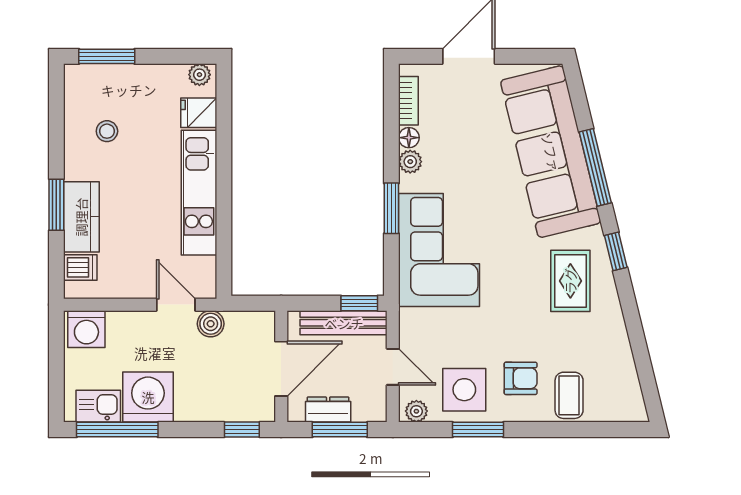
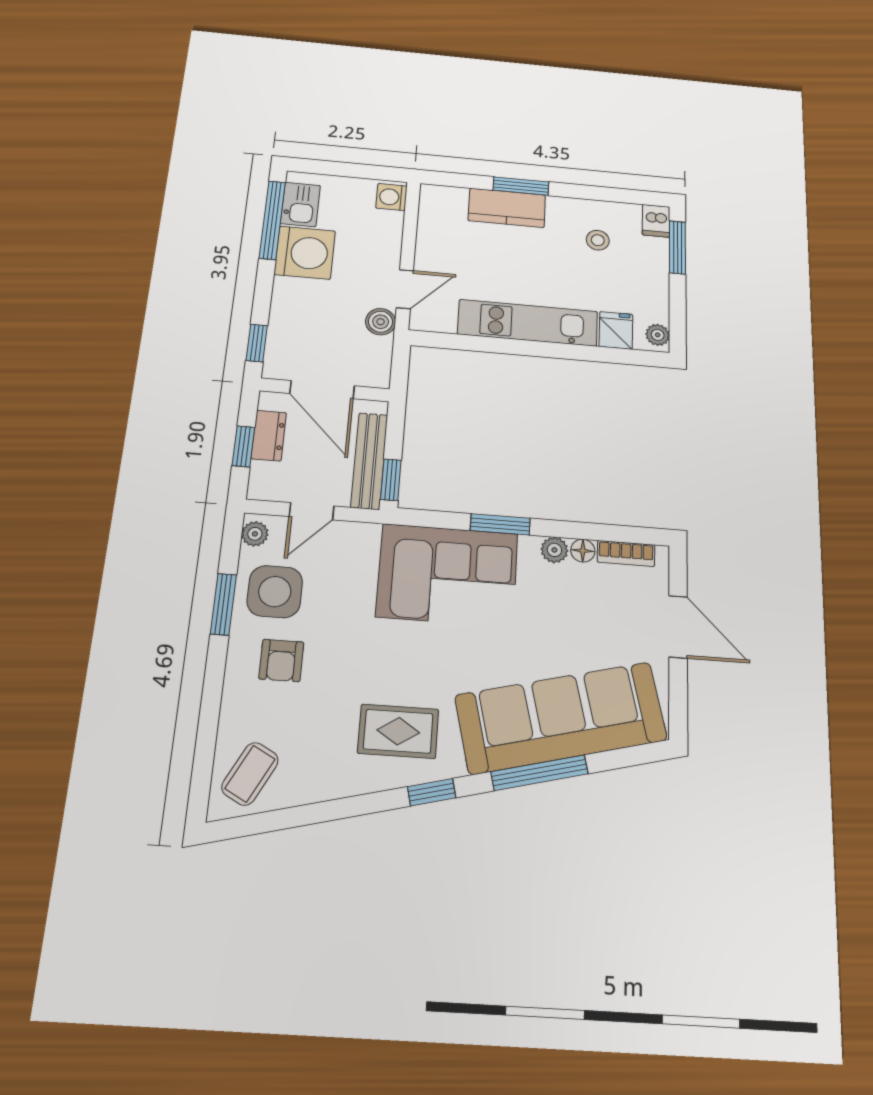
dishwasher: (80, 267) -> (656, 221), moved
washing machine: (86, 329) -> (392, 197), width x0.73, depth x0.73
coffee table: (569, 395) -> (250, 774), moved, turned -62
window: (340, 430) -> (244, 446), width x0.67

